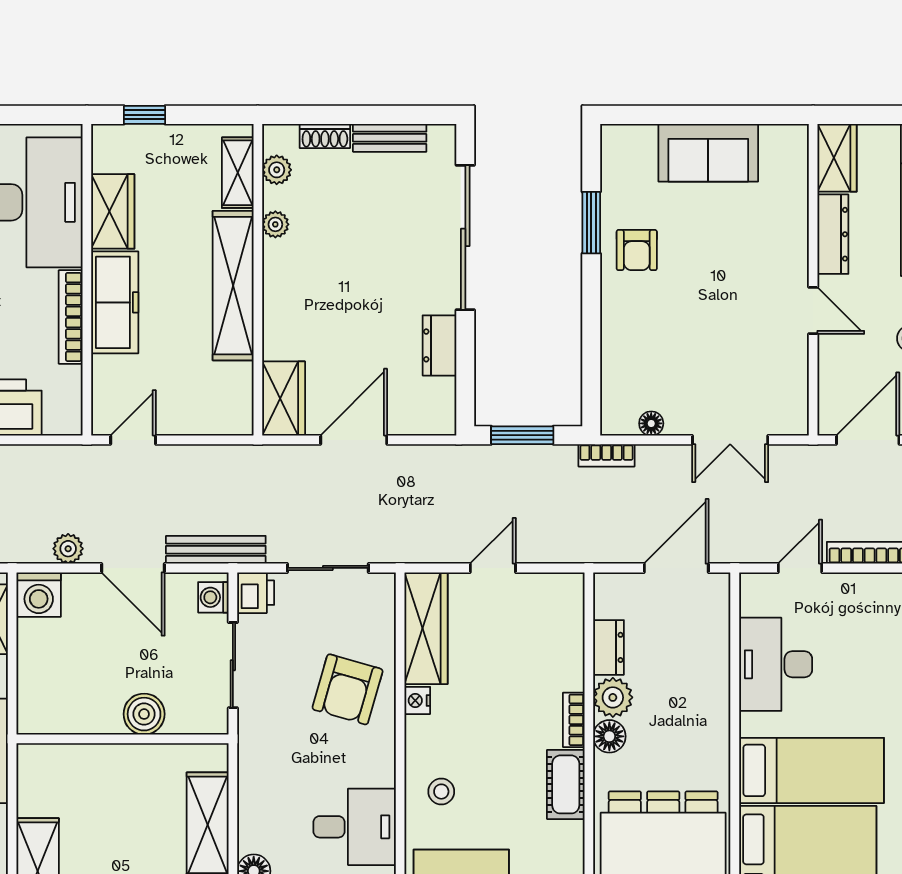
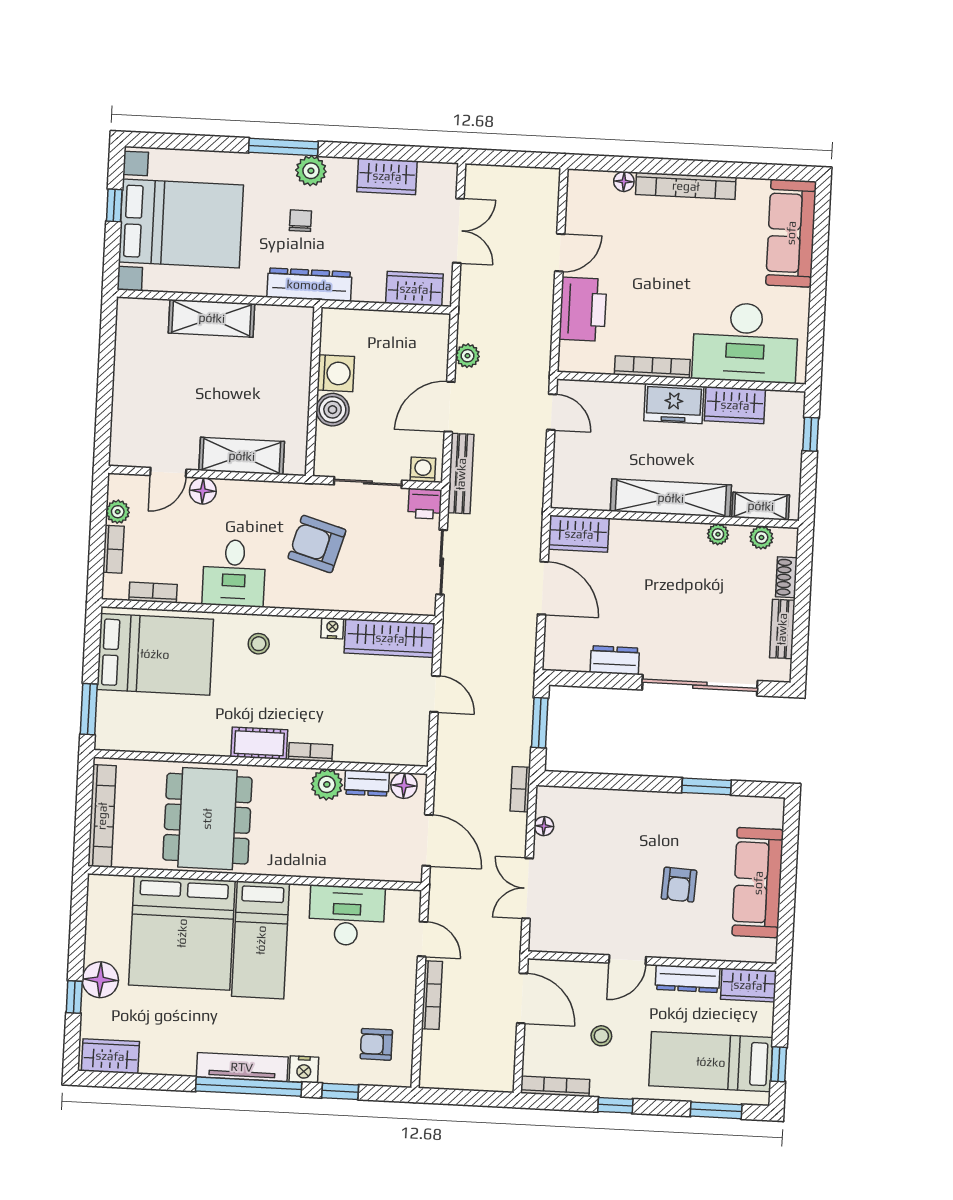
sofa: (708, 153) -> (758, 883), width x1.36
armchair: (637, 250) -> (679, 885), moved, turned -87
freezer: (115, 302) -> (674, 404), width x0.71
washing machine: (39, 595) -> (336, 373), moved, turned 180
armchair: (348, 689) -> (317, 544), moved
floor lamp: (609, 736) -> (404, 786), moved

